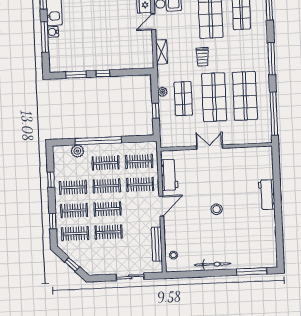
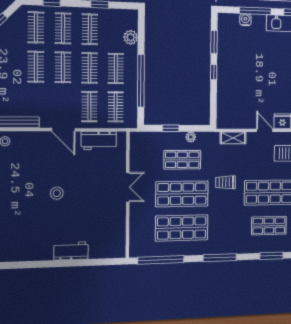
water cooler: (53, 32) -> (245, 20), moved
window: (98, 141) -> (141, 81), moved

